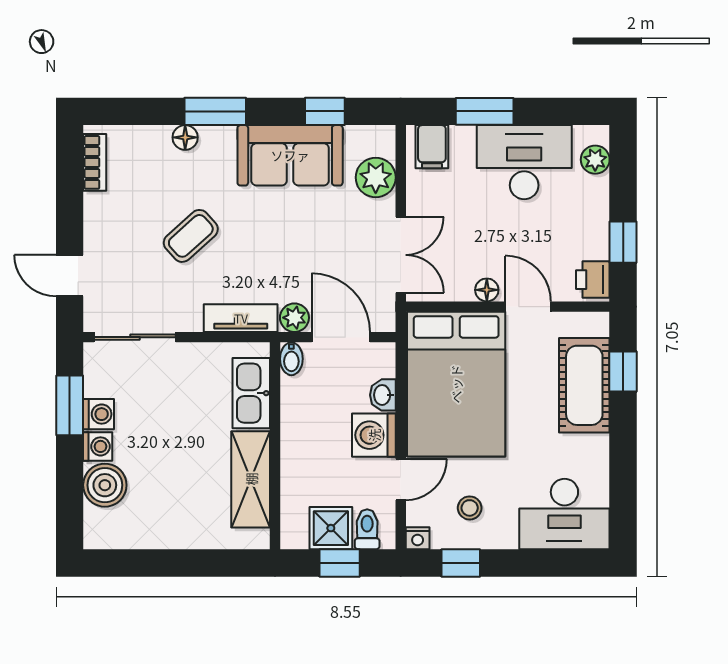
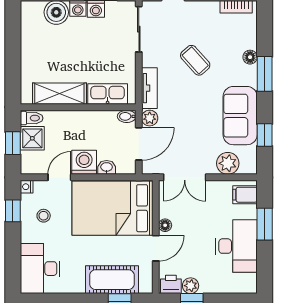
plant: (595, 160) -> (191, 286), moved
door: (401, 479) -> (59, 177), swing flipped
toilet: (367, 529) -> (32, 118), moved

